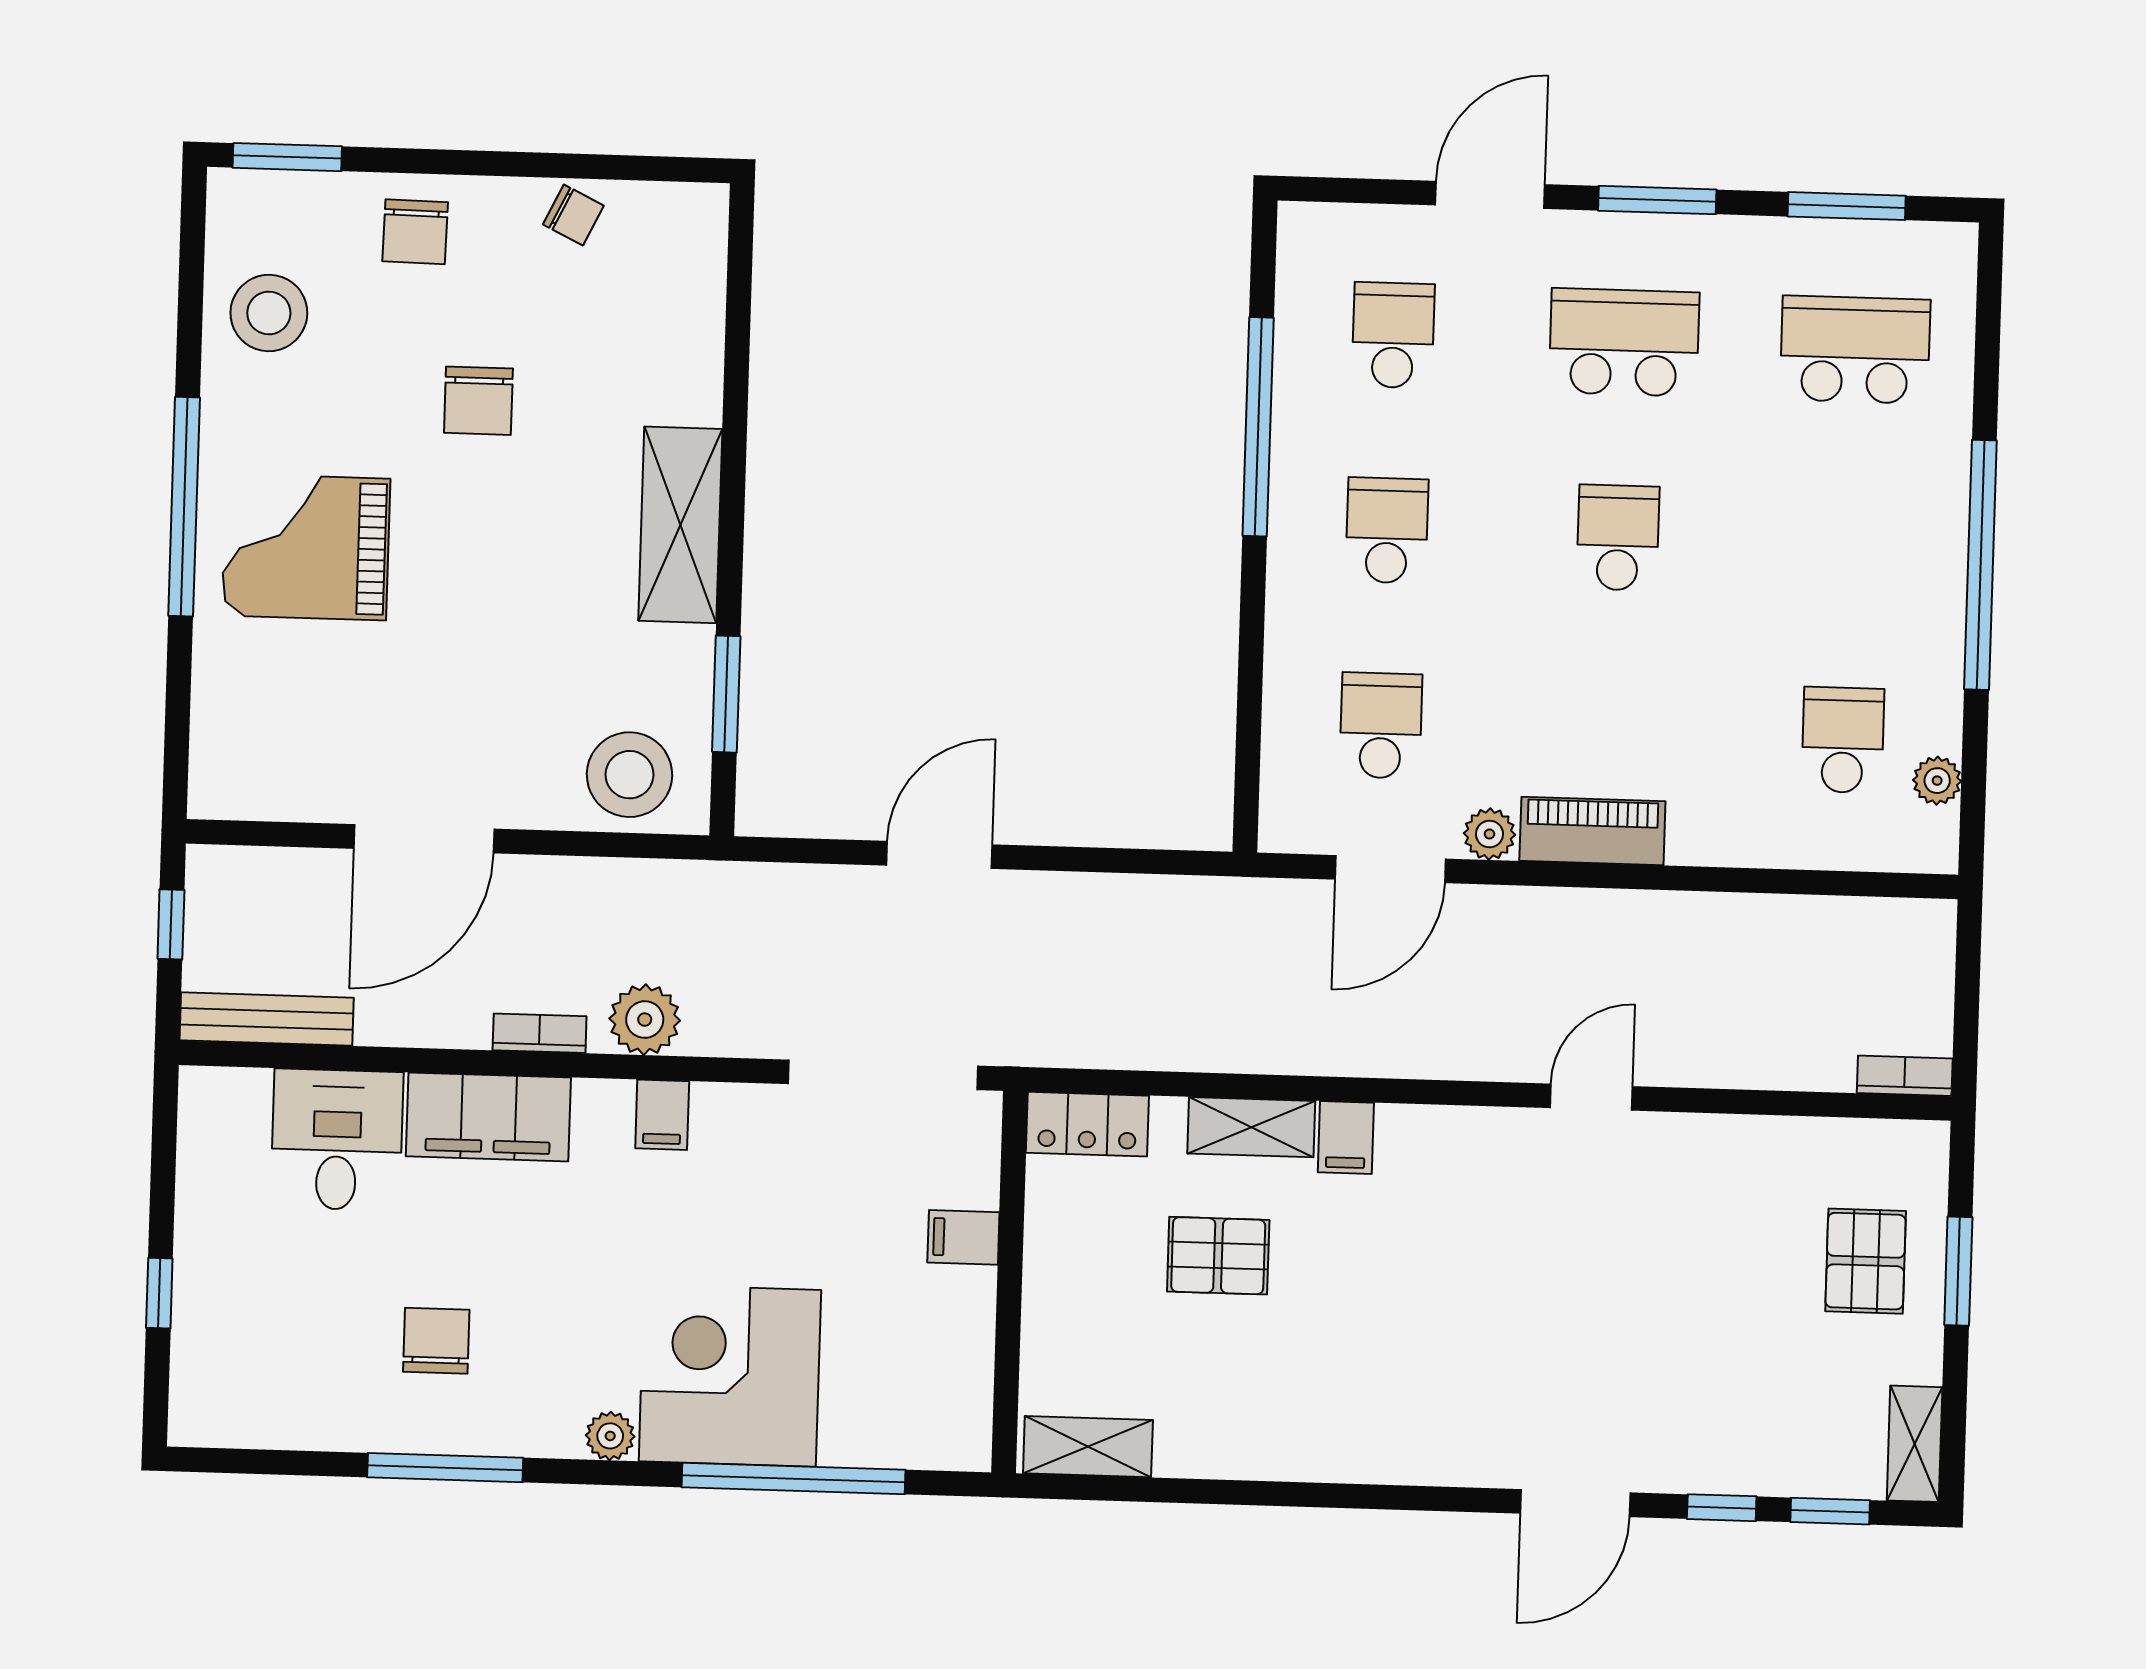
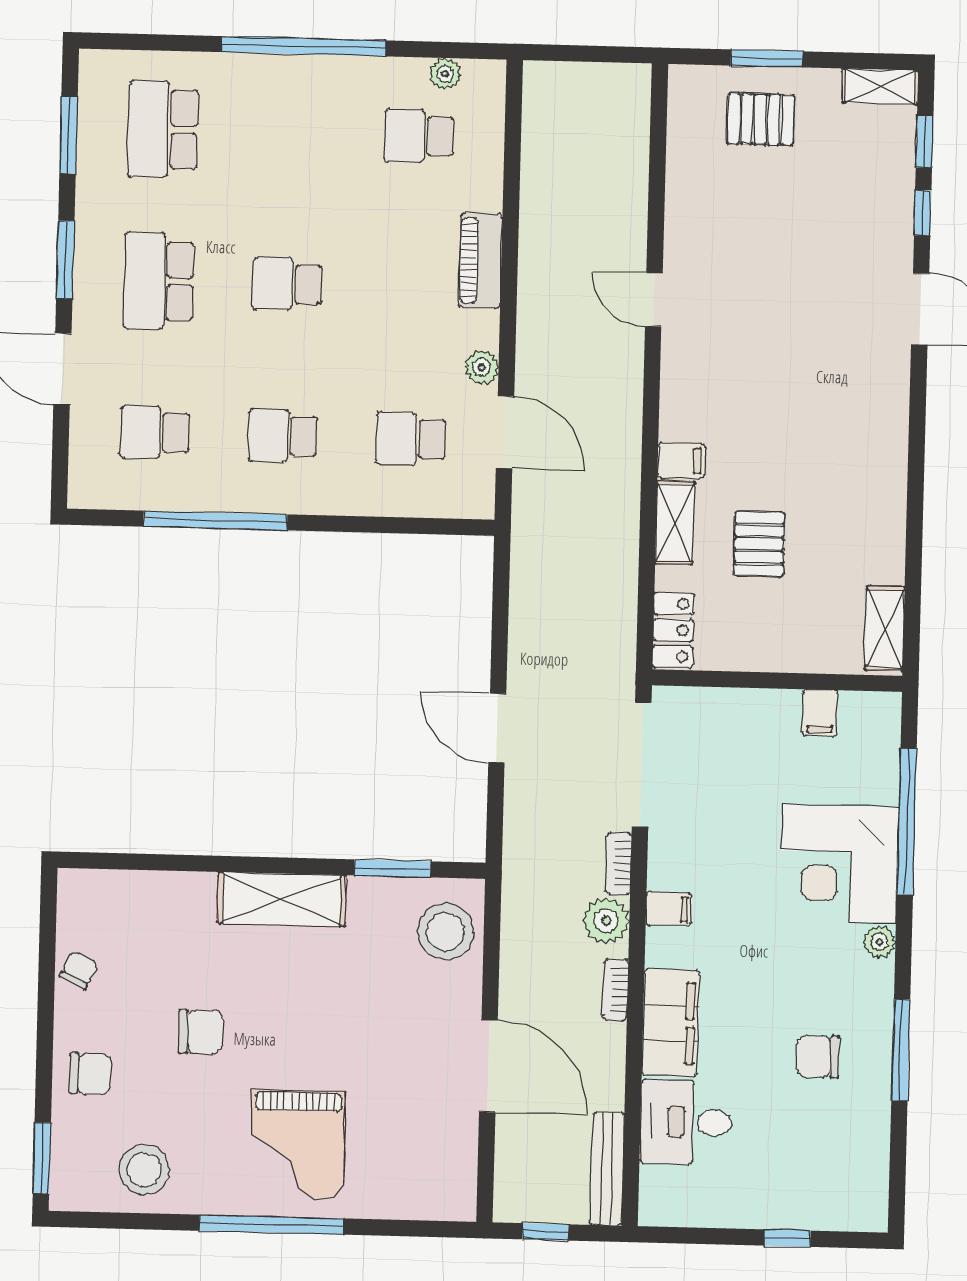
piano: (1592, 831) -> (480, 261), moved
bookcase: (1905, 1076) -> (619, 864), moved
filing cabinet: (963, 1237) -> (820, 713), moved

